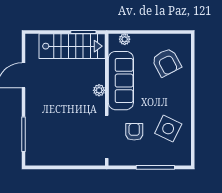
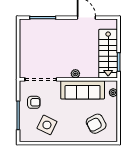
armchair: (134, 132) -> (34, 102), moved

